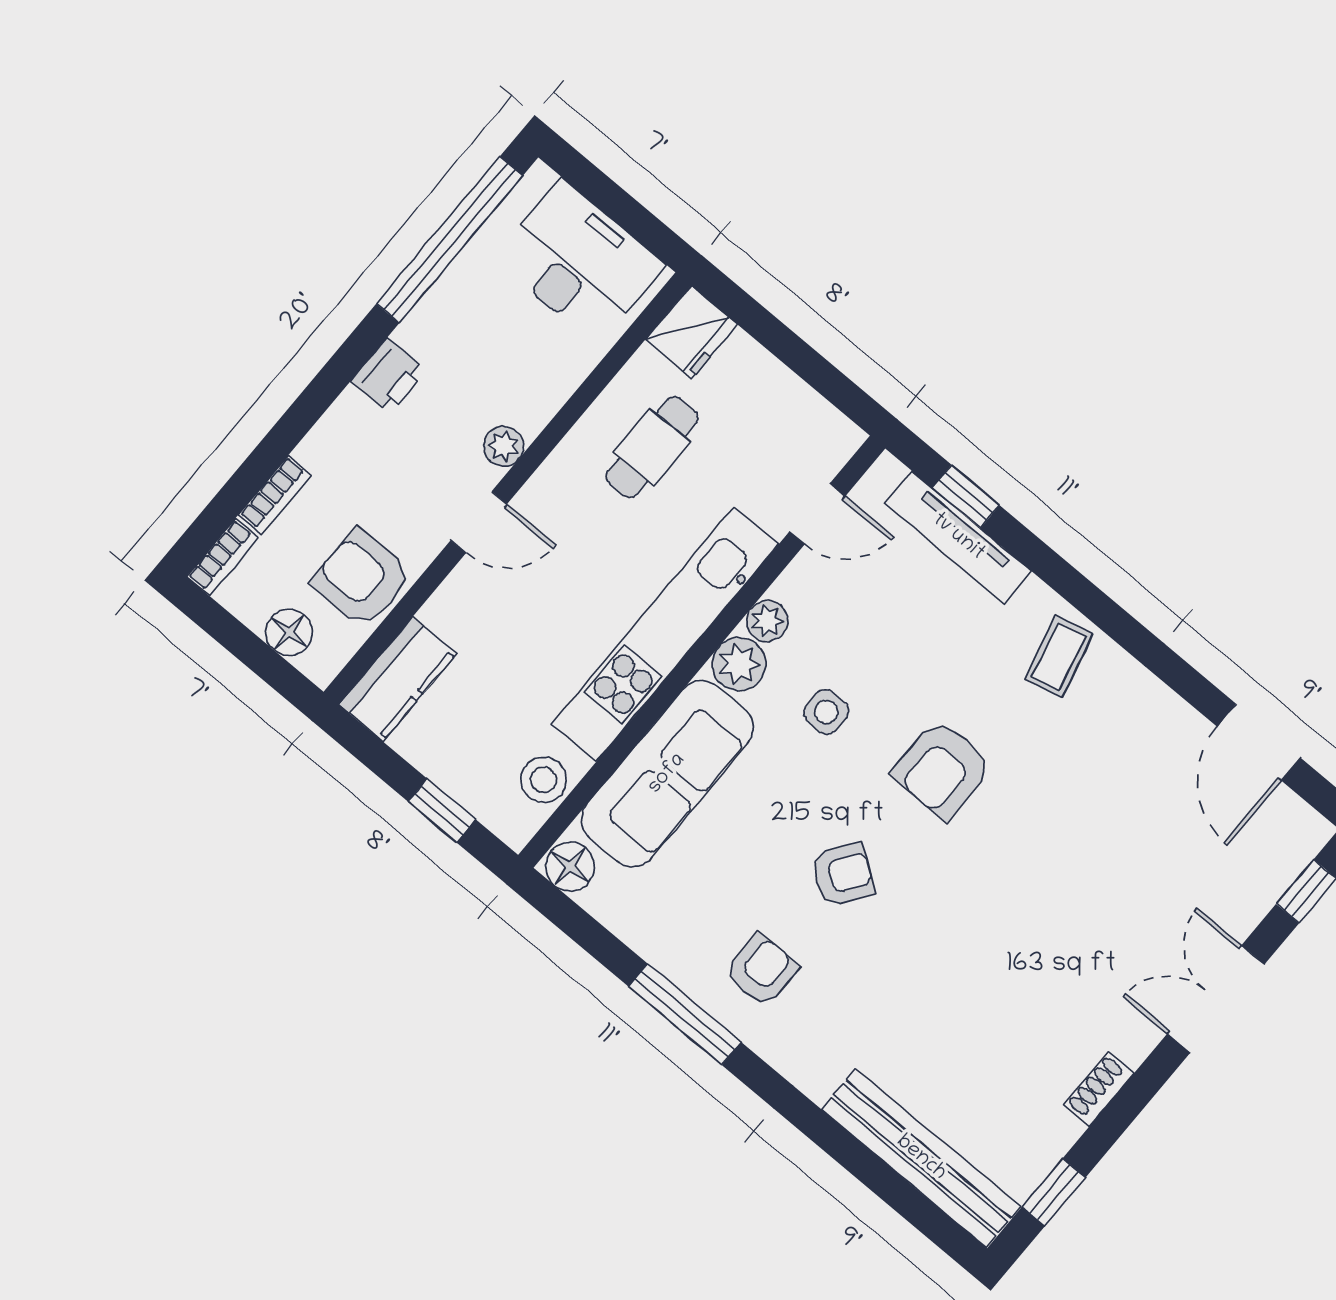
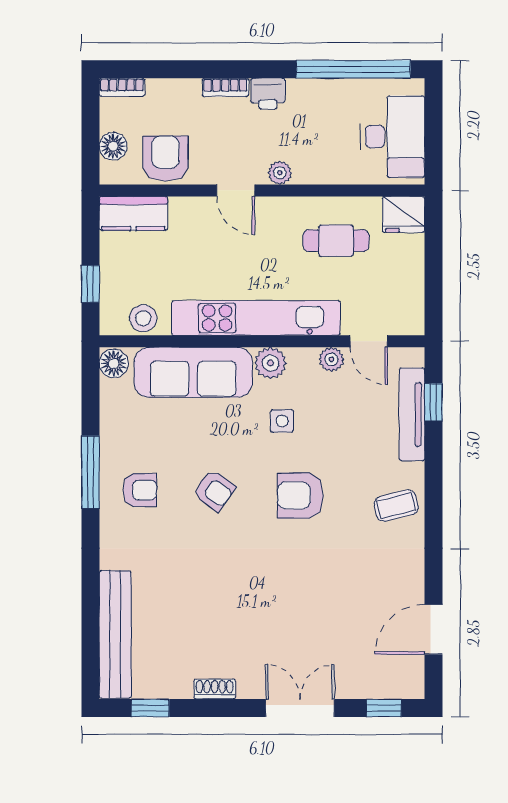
bookcase: (275, 495) -> (225, 87), moved
plant: (767, 621) -> (331, 359), moved

